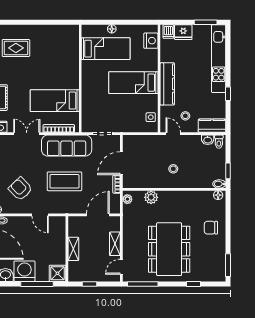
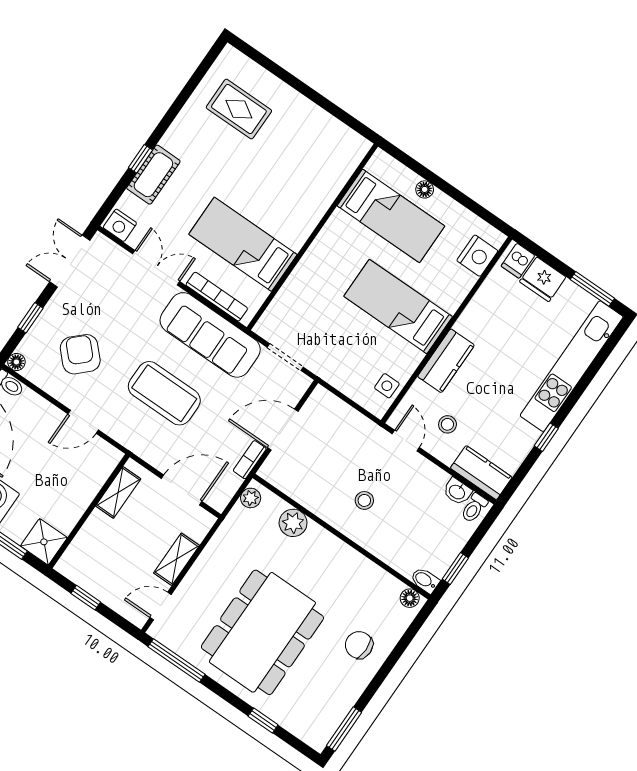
kitchen counter: (167, 84) -> (446, 361), width x0.67
door: (40, 215) -> (83, 422), hinge flipped
shelving: (73, 249) -> (118, 492), moved

